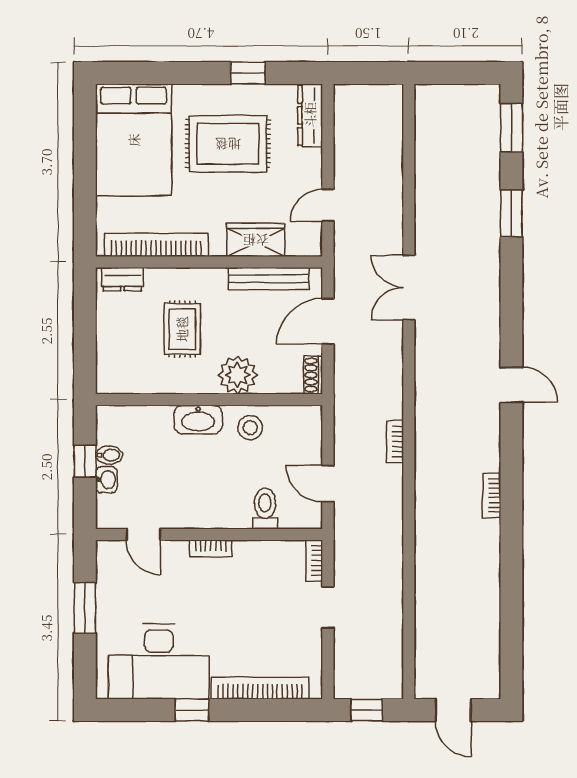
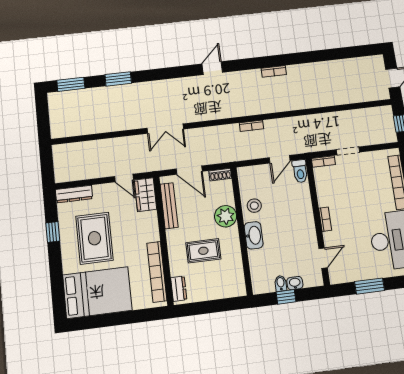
wardrobe: (256, 240) -> (145, 195), moved
toilet: (265, 509) -> (300, 171), moved, turned -90

